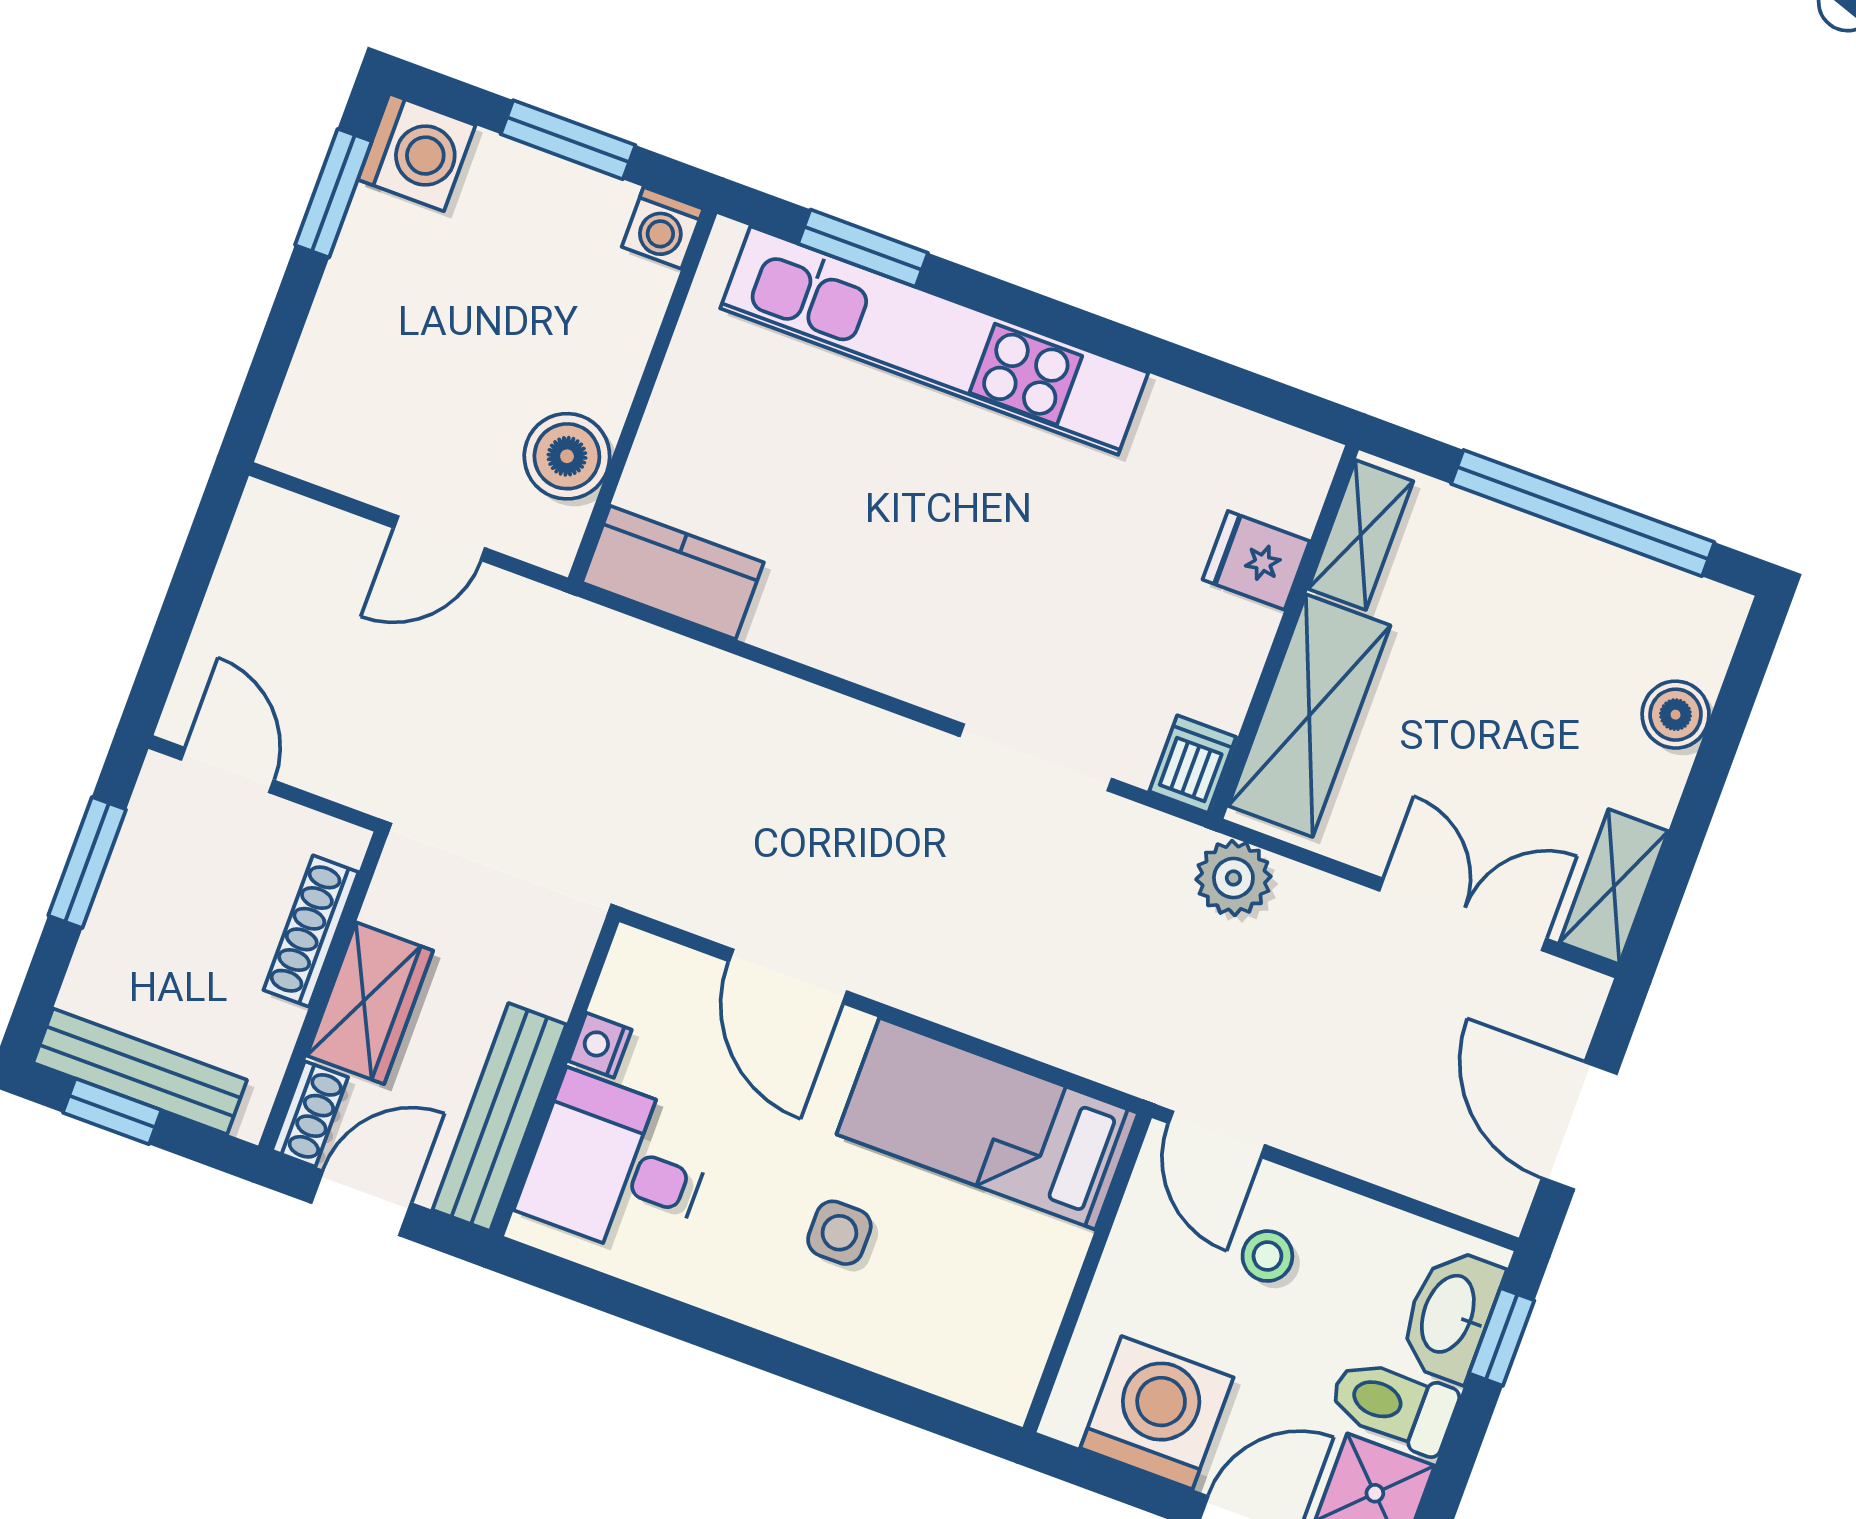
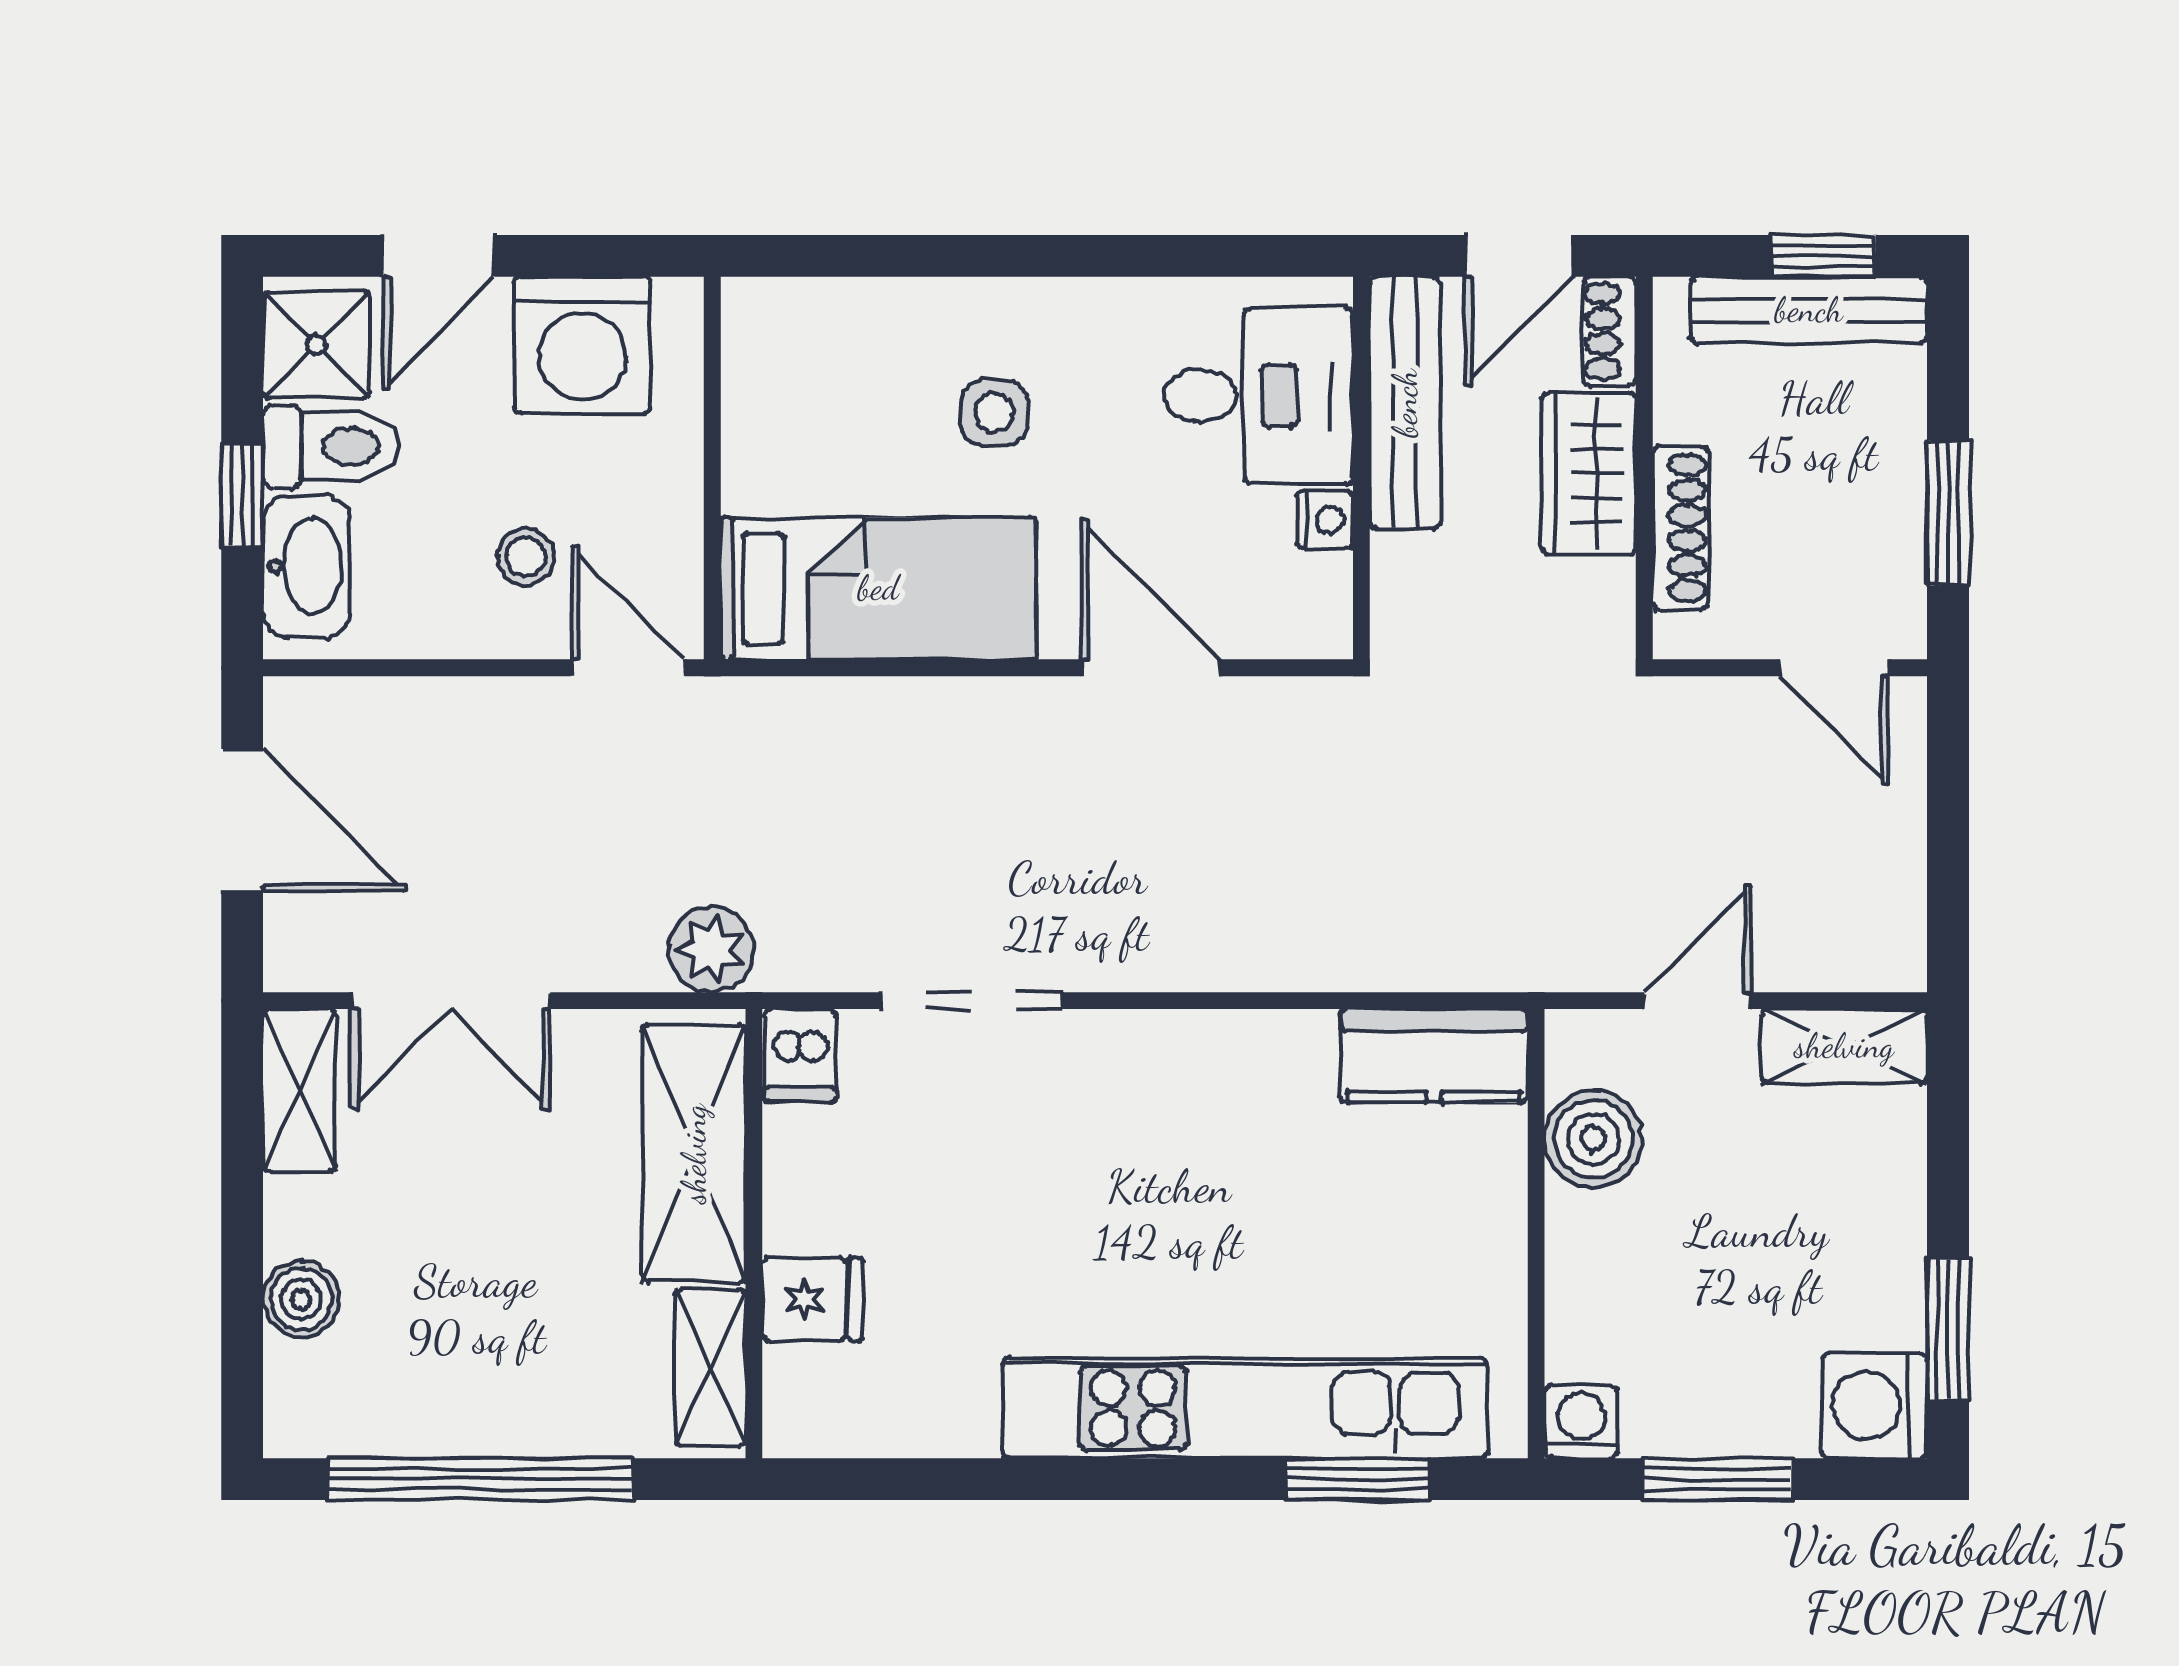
shelving: (333, 456) -> (1844, 1046), added
window: (1502, 1337) -> (242, 495), moved

